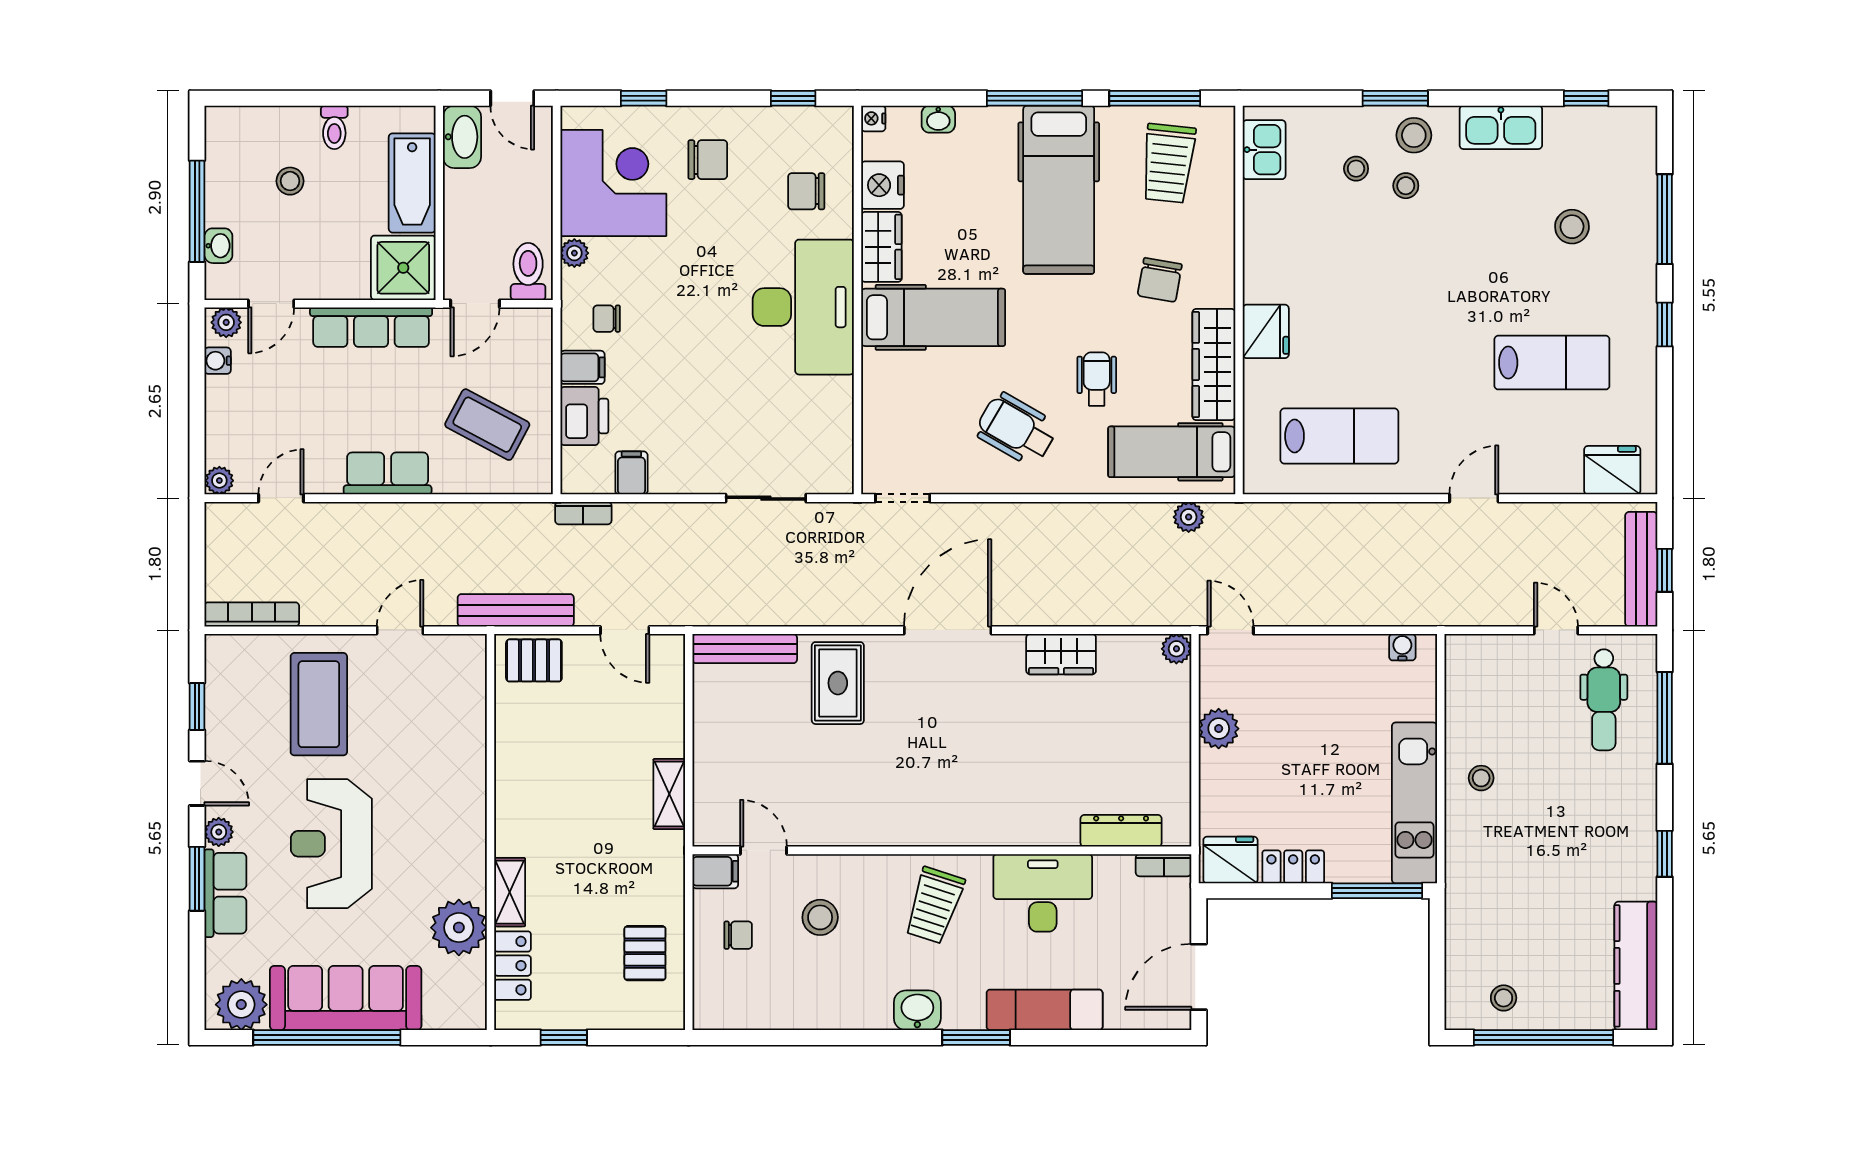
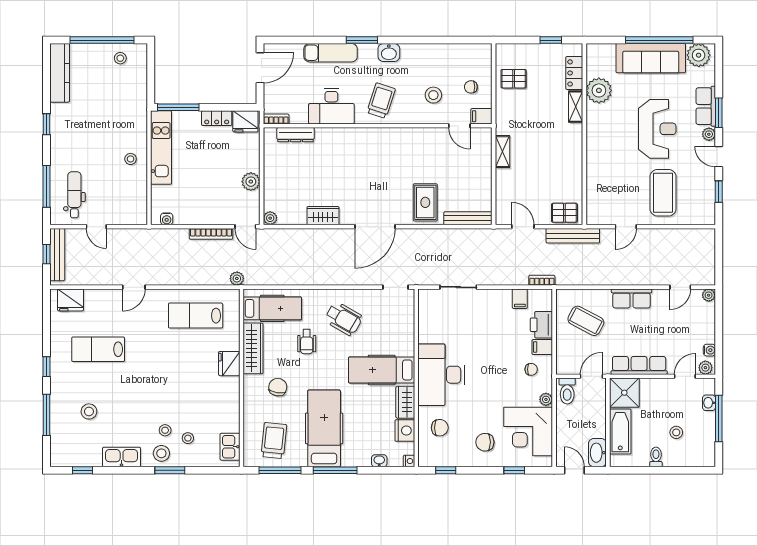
plant: (1189, 517) -> (237, 278), moved
bookcase: (252, 614) -> (211, 234), moved
pallet: (645, 953) -> (514, 79), turned 90

